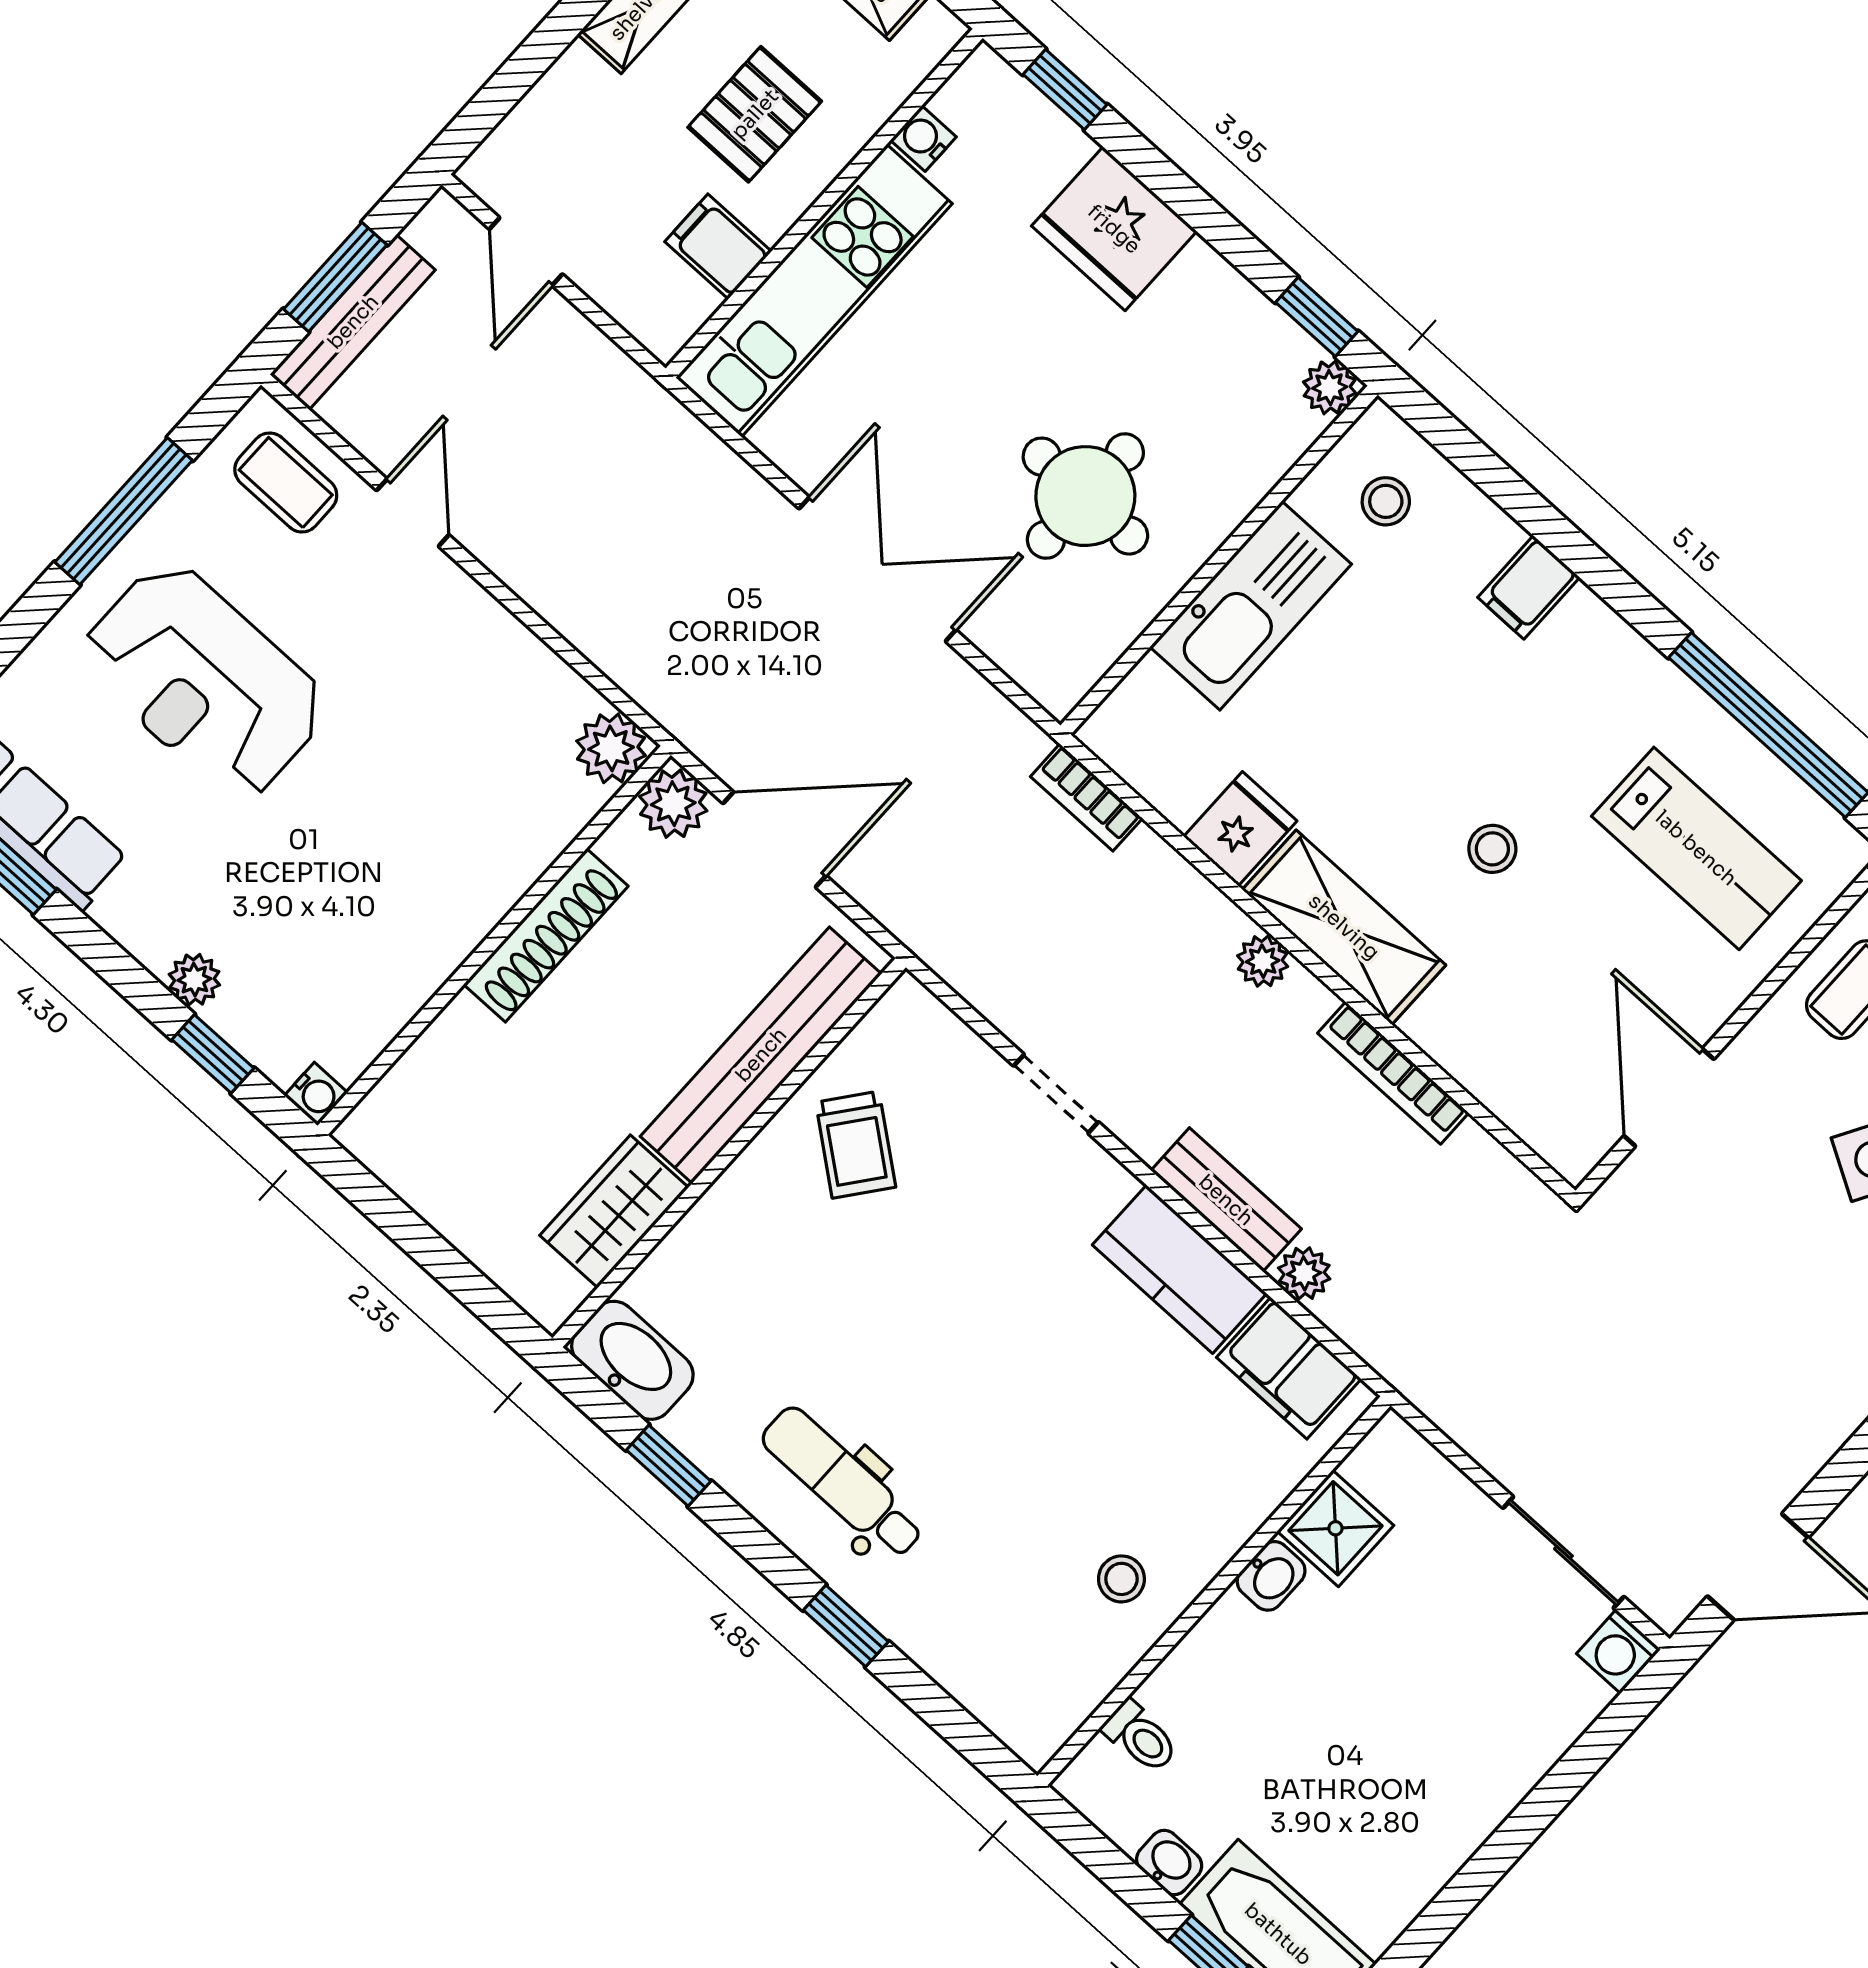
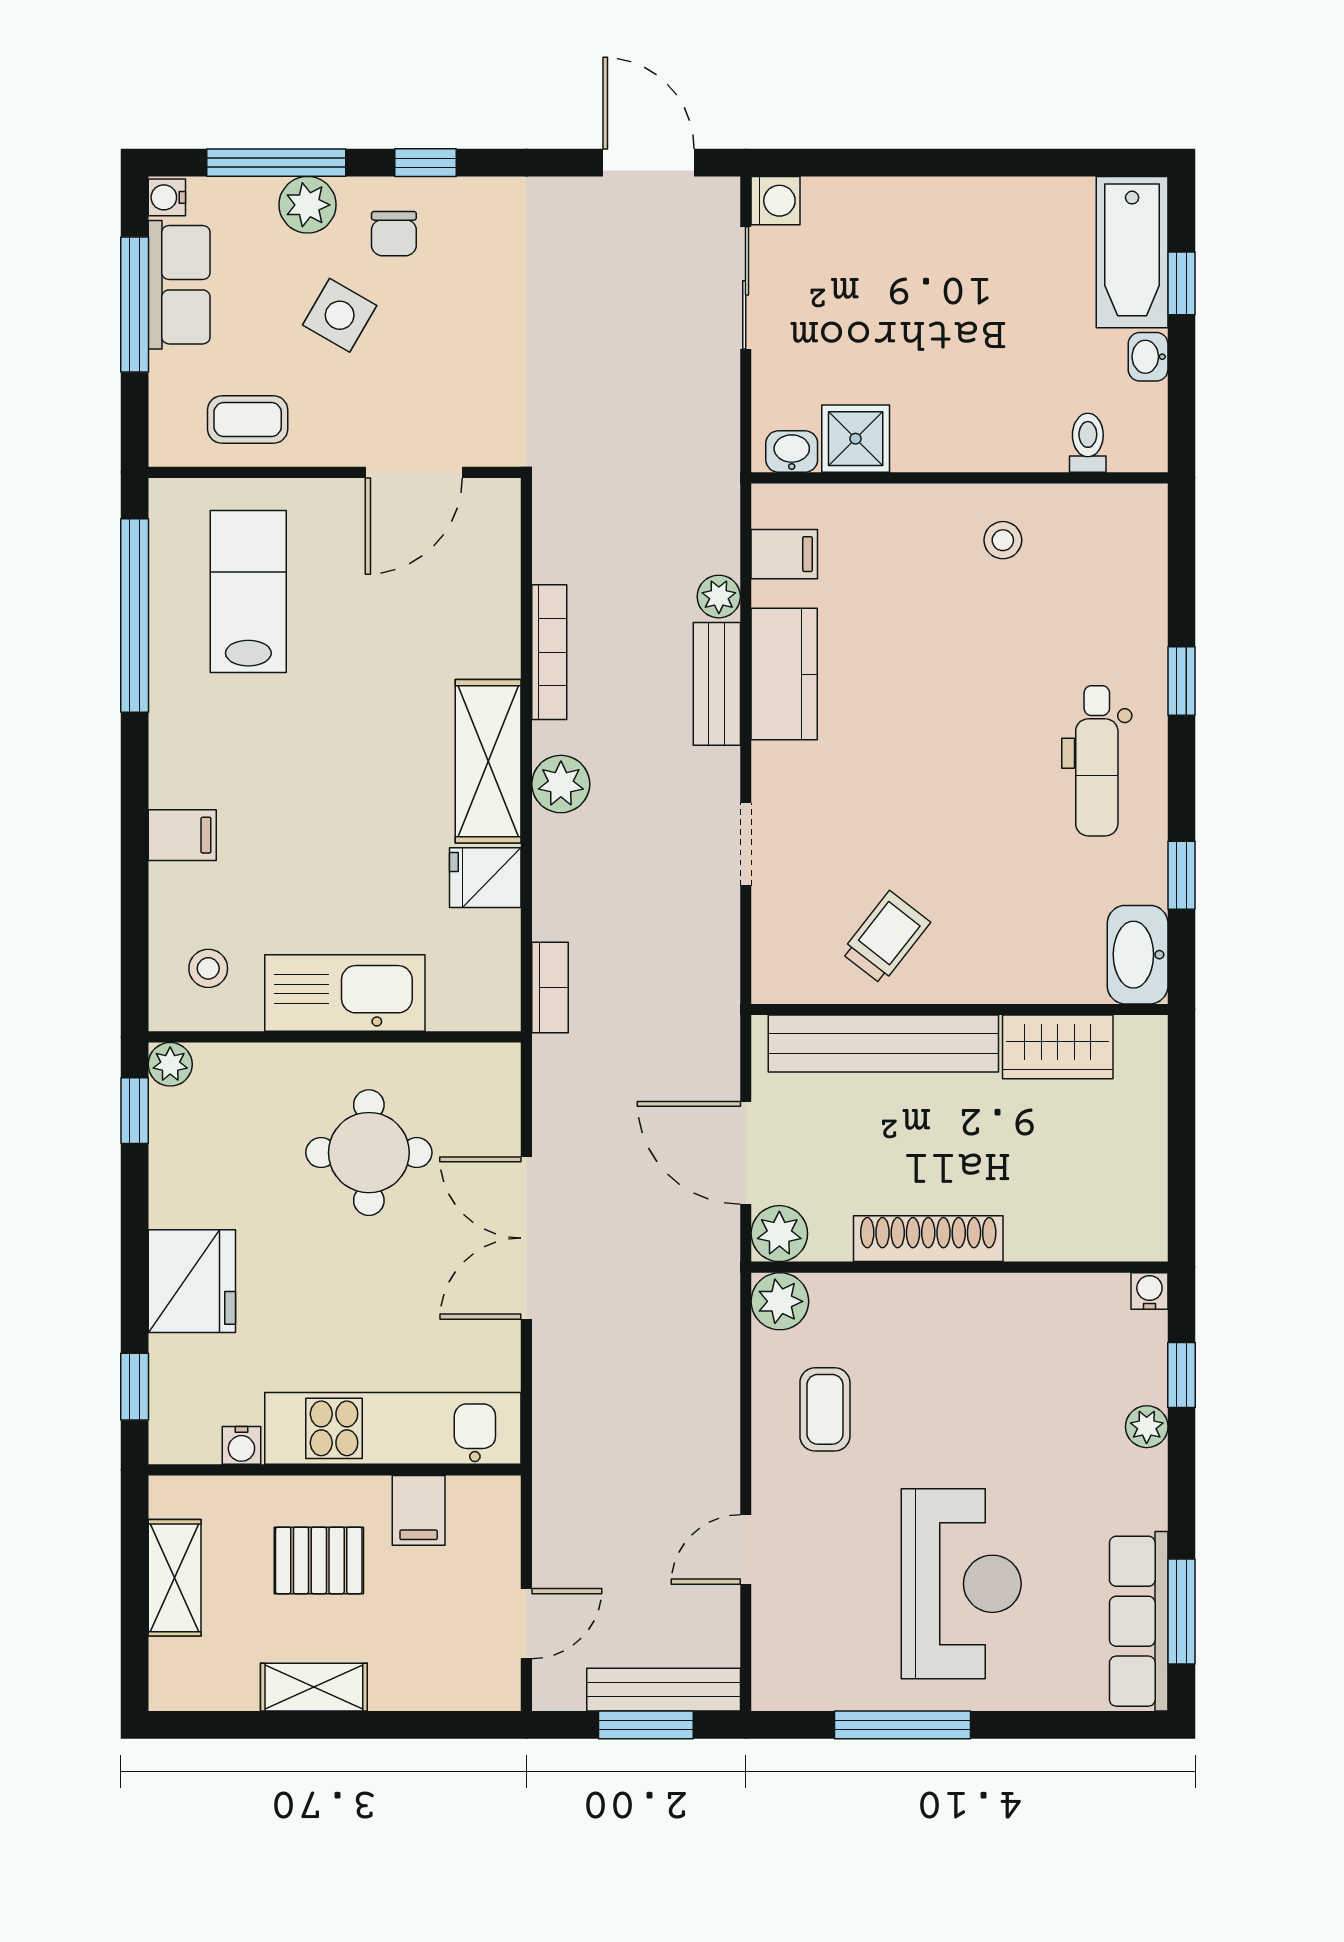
coffee table: (286, 482) -> (825, 1409), moved
stool: (1492, 849) -> (360, 714), removed
plant: (1263, 961) -> (561, 784), width x1.38, depth x1.38
filing cabinet: (1289, 1368) -> (784, 554), width x0.50
washbasin: (1271, 1576) -> (792, 451), moved

